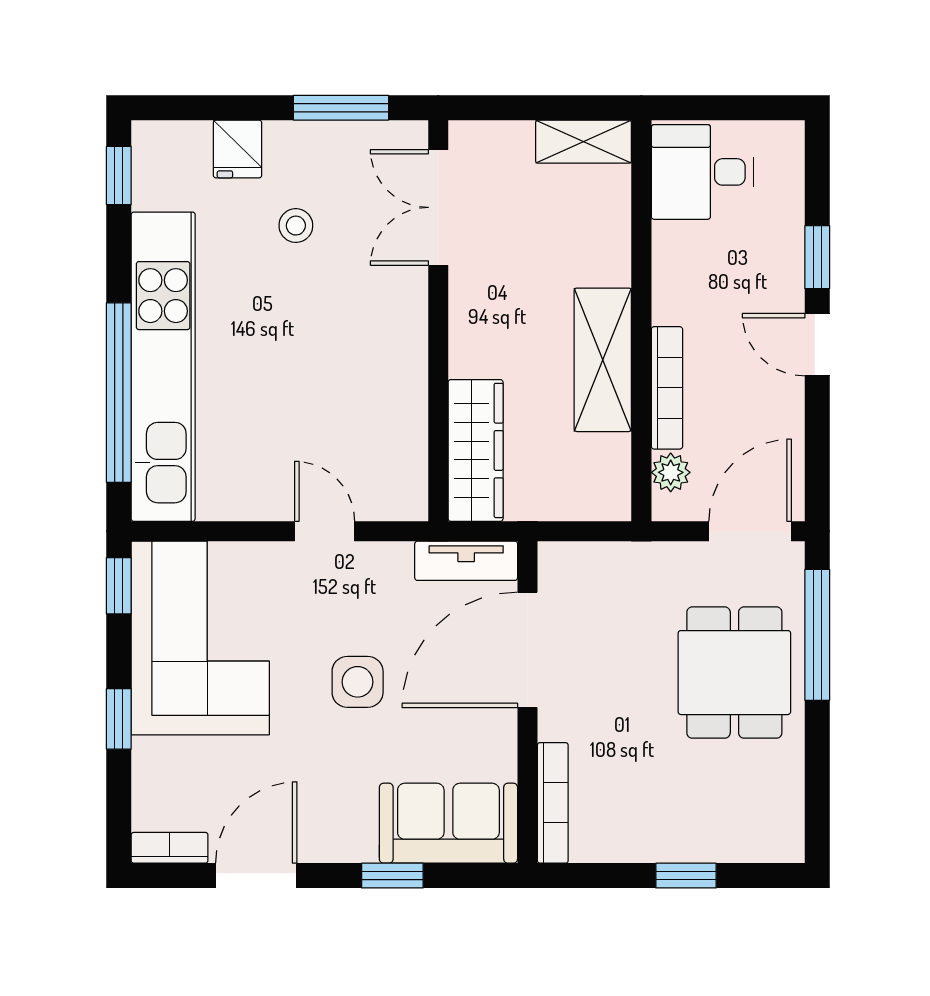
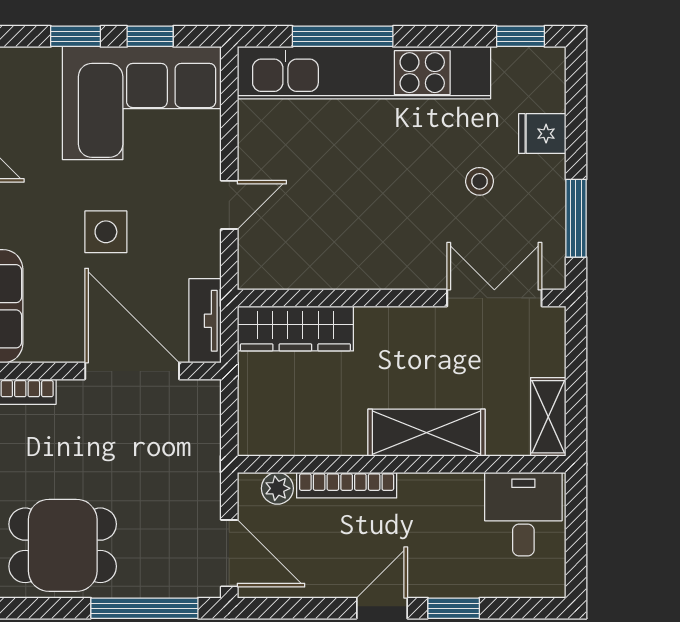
shelving: (603, 360) -> (426, 433), moved
window: (119, 393) -> (343, 36), width x0.68
window: (119, 586) -> (150, 36), moved
dining table: (734, 673) -> (63, 545), moved

